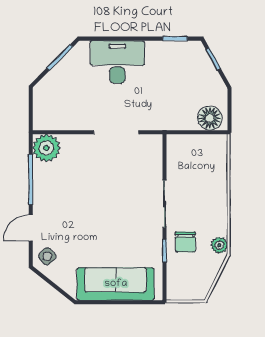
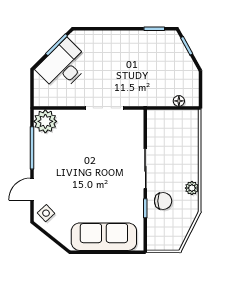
desk: (117, 62) -> (63, 66), moved, turned -45
floor lamp: (210, 118) -> (179, 101), width x0.53, depth x0.53
chair: (185, 242) -> (163, 201), turned -90
plant: (219, 245) -> (192, 188), moved

